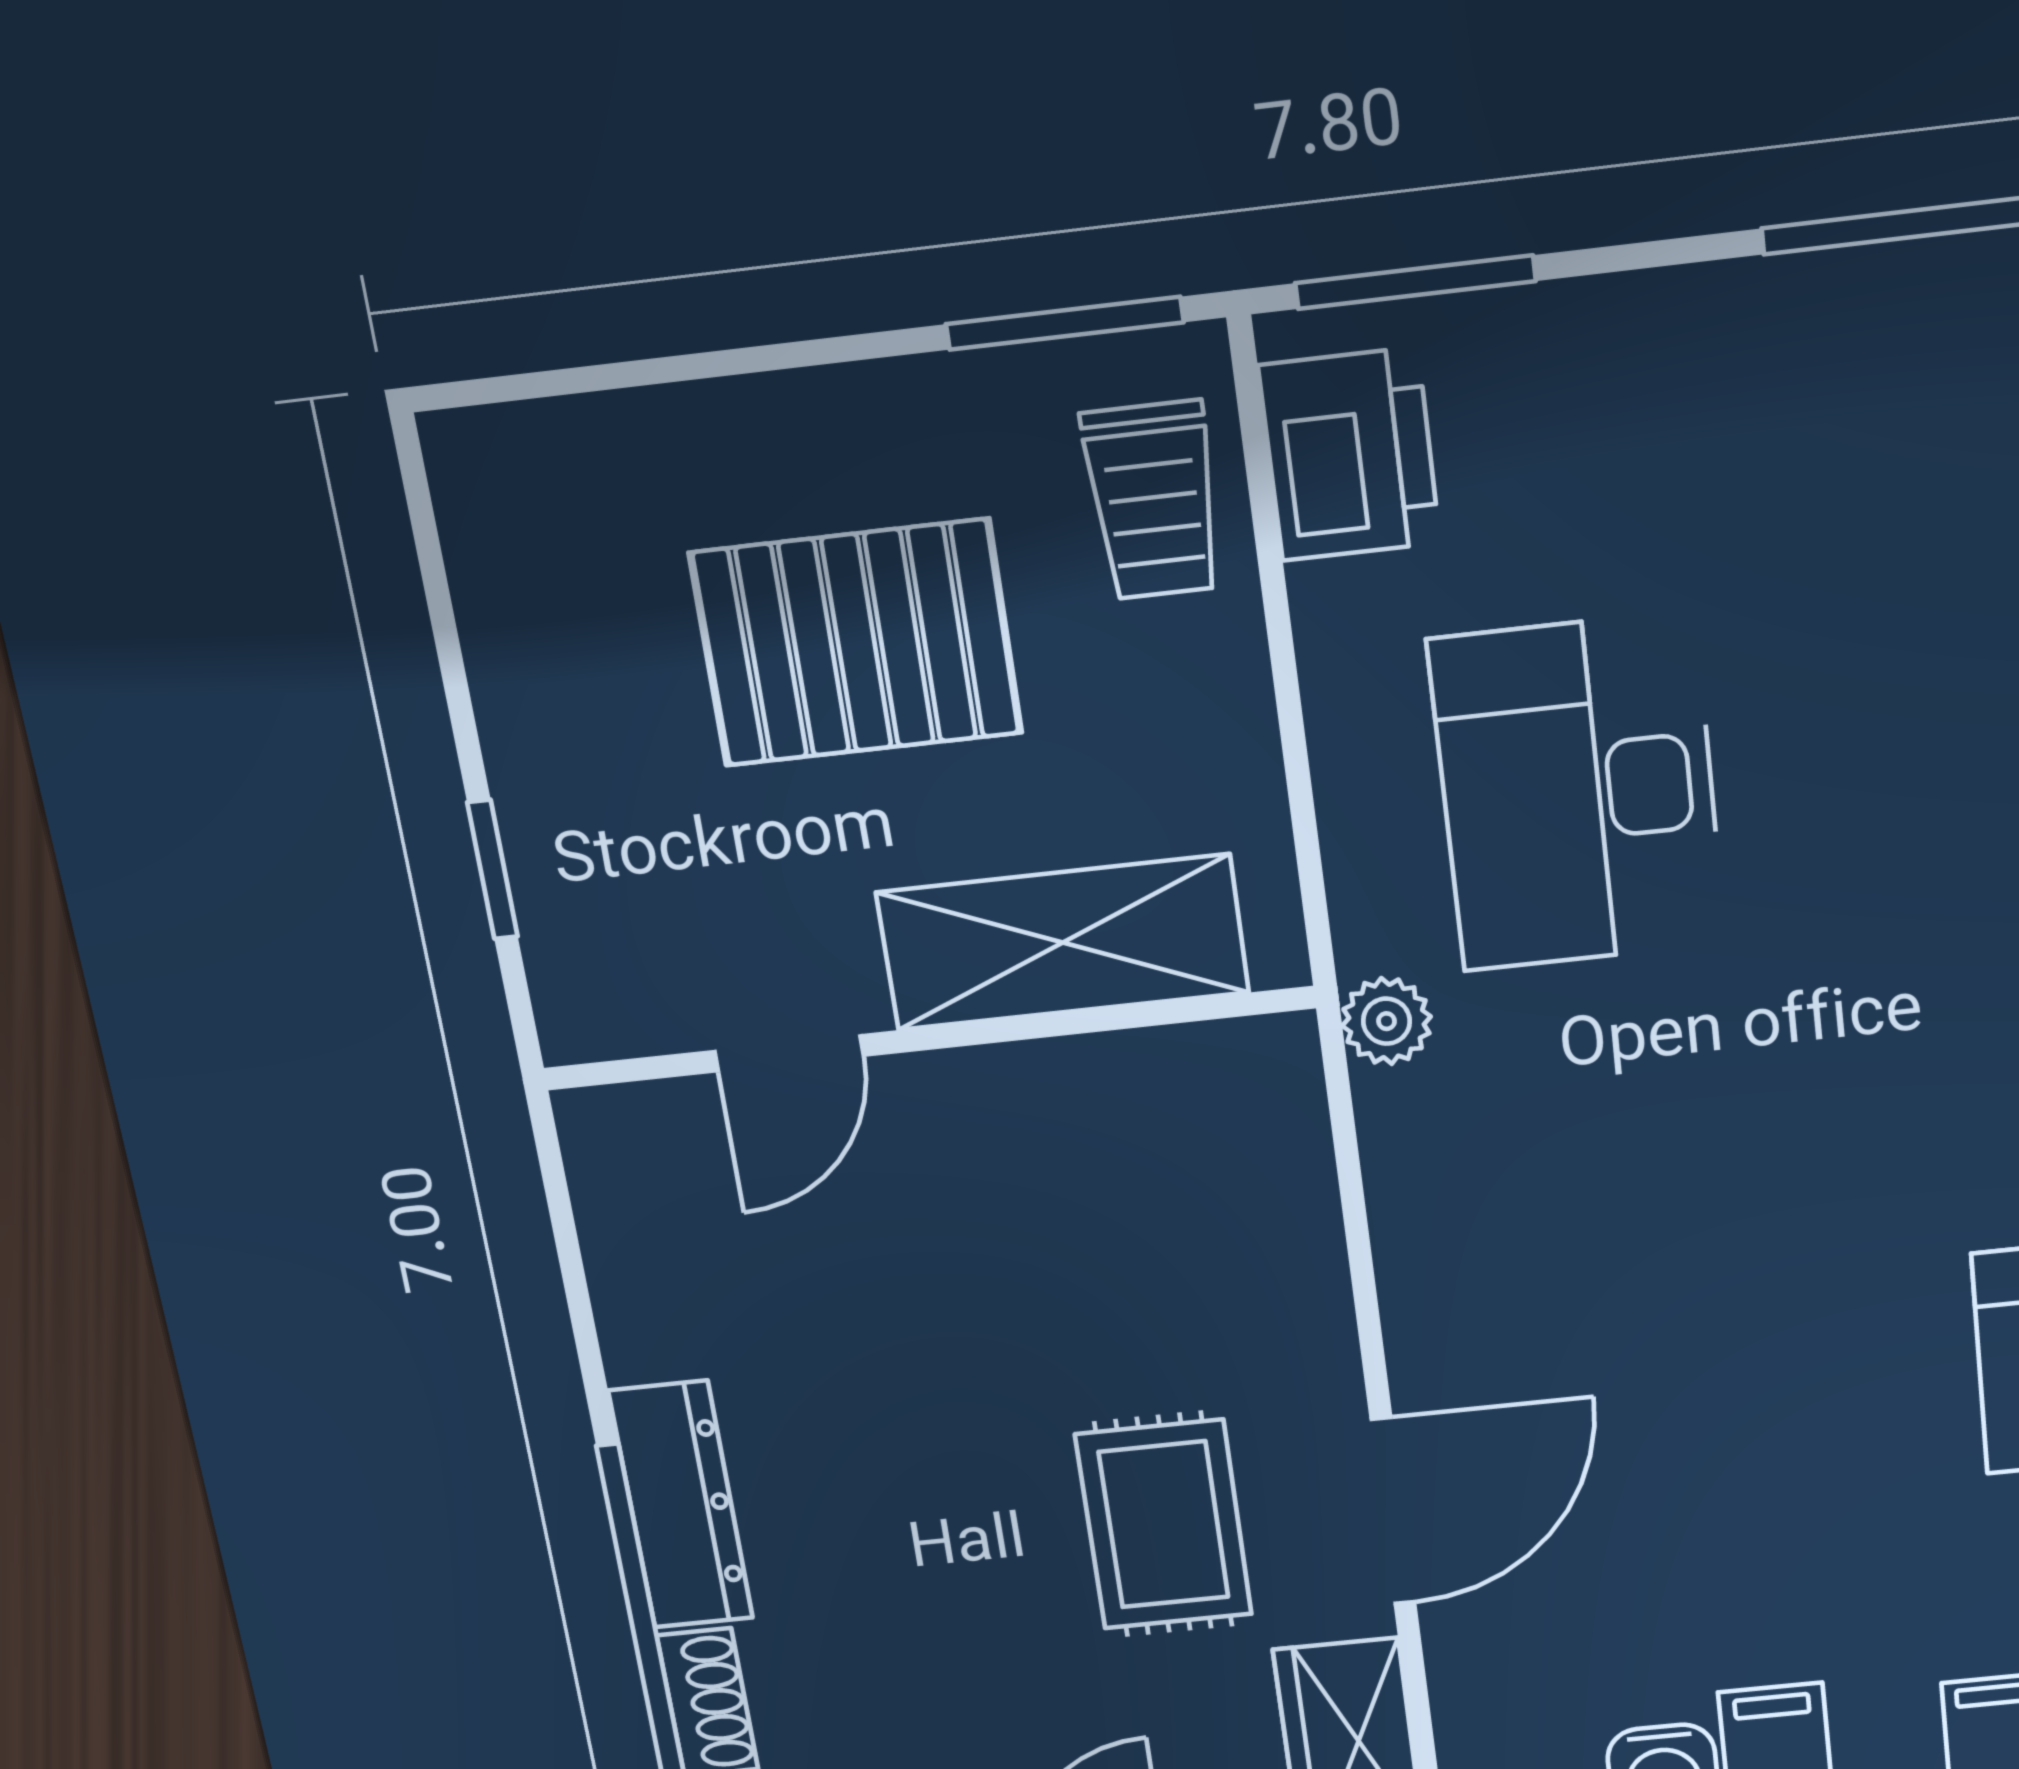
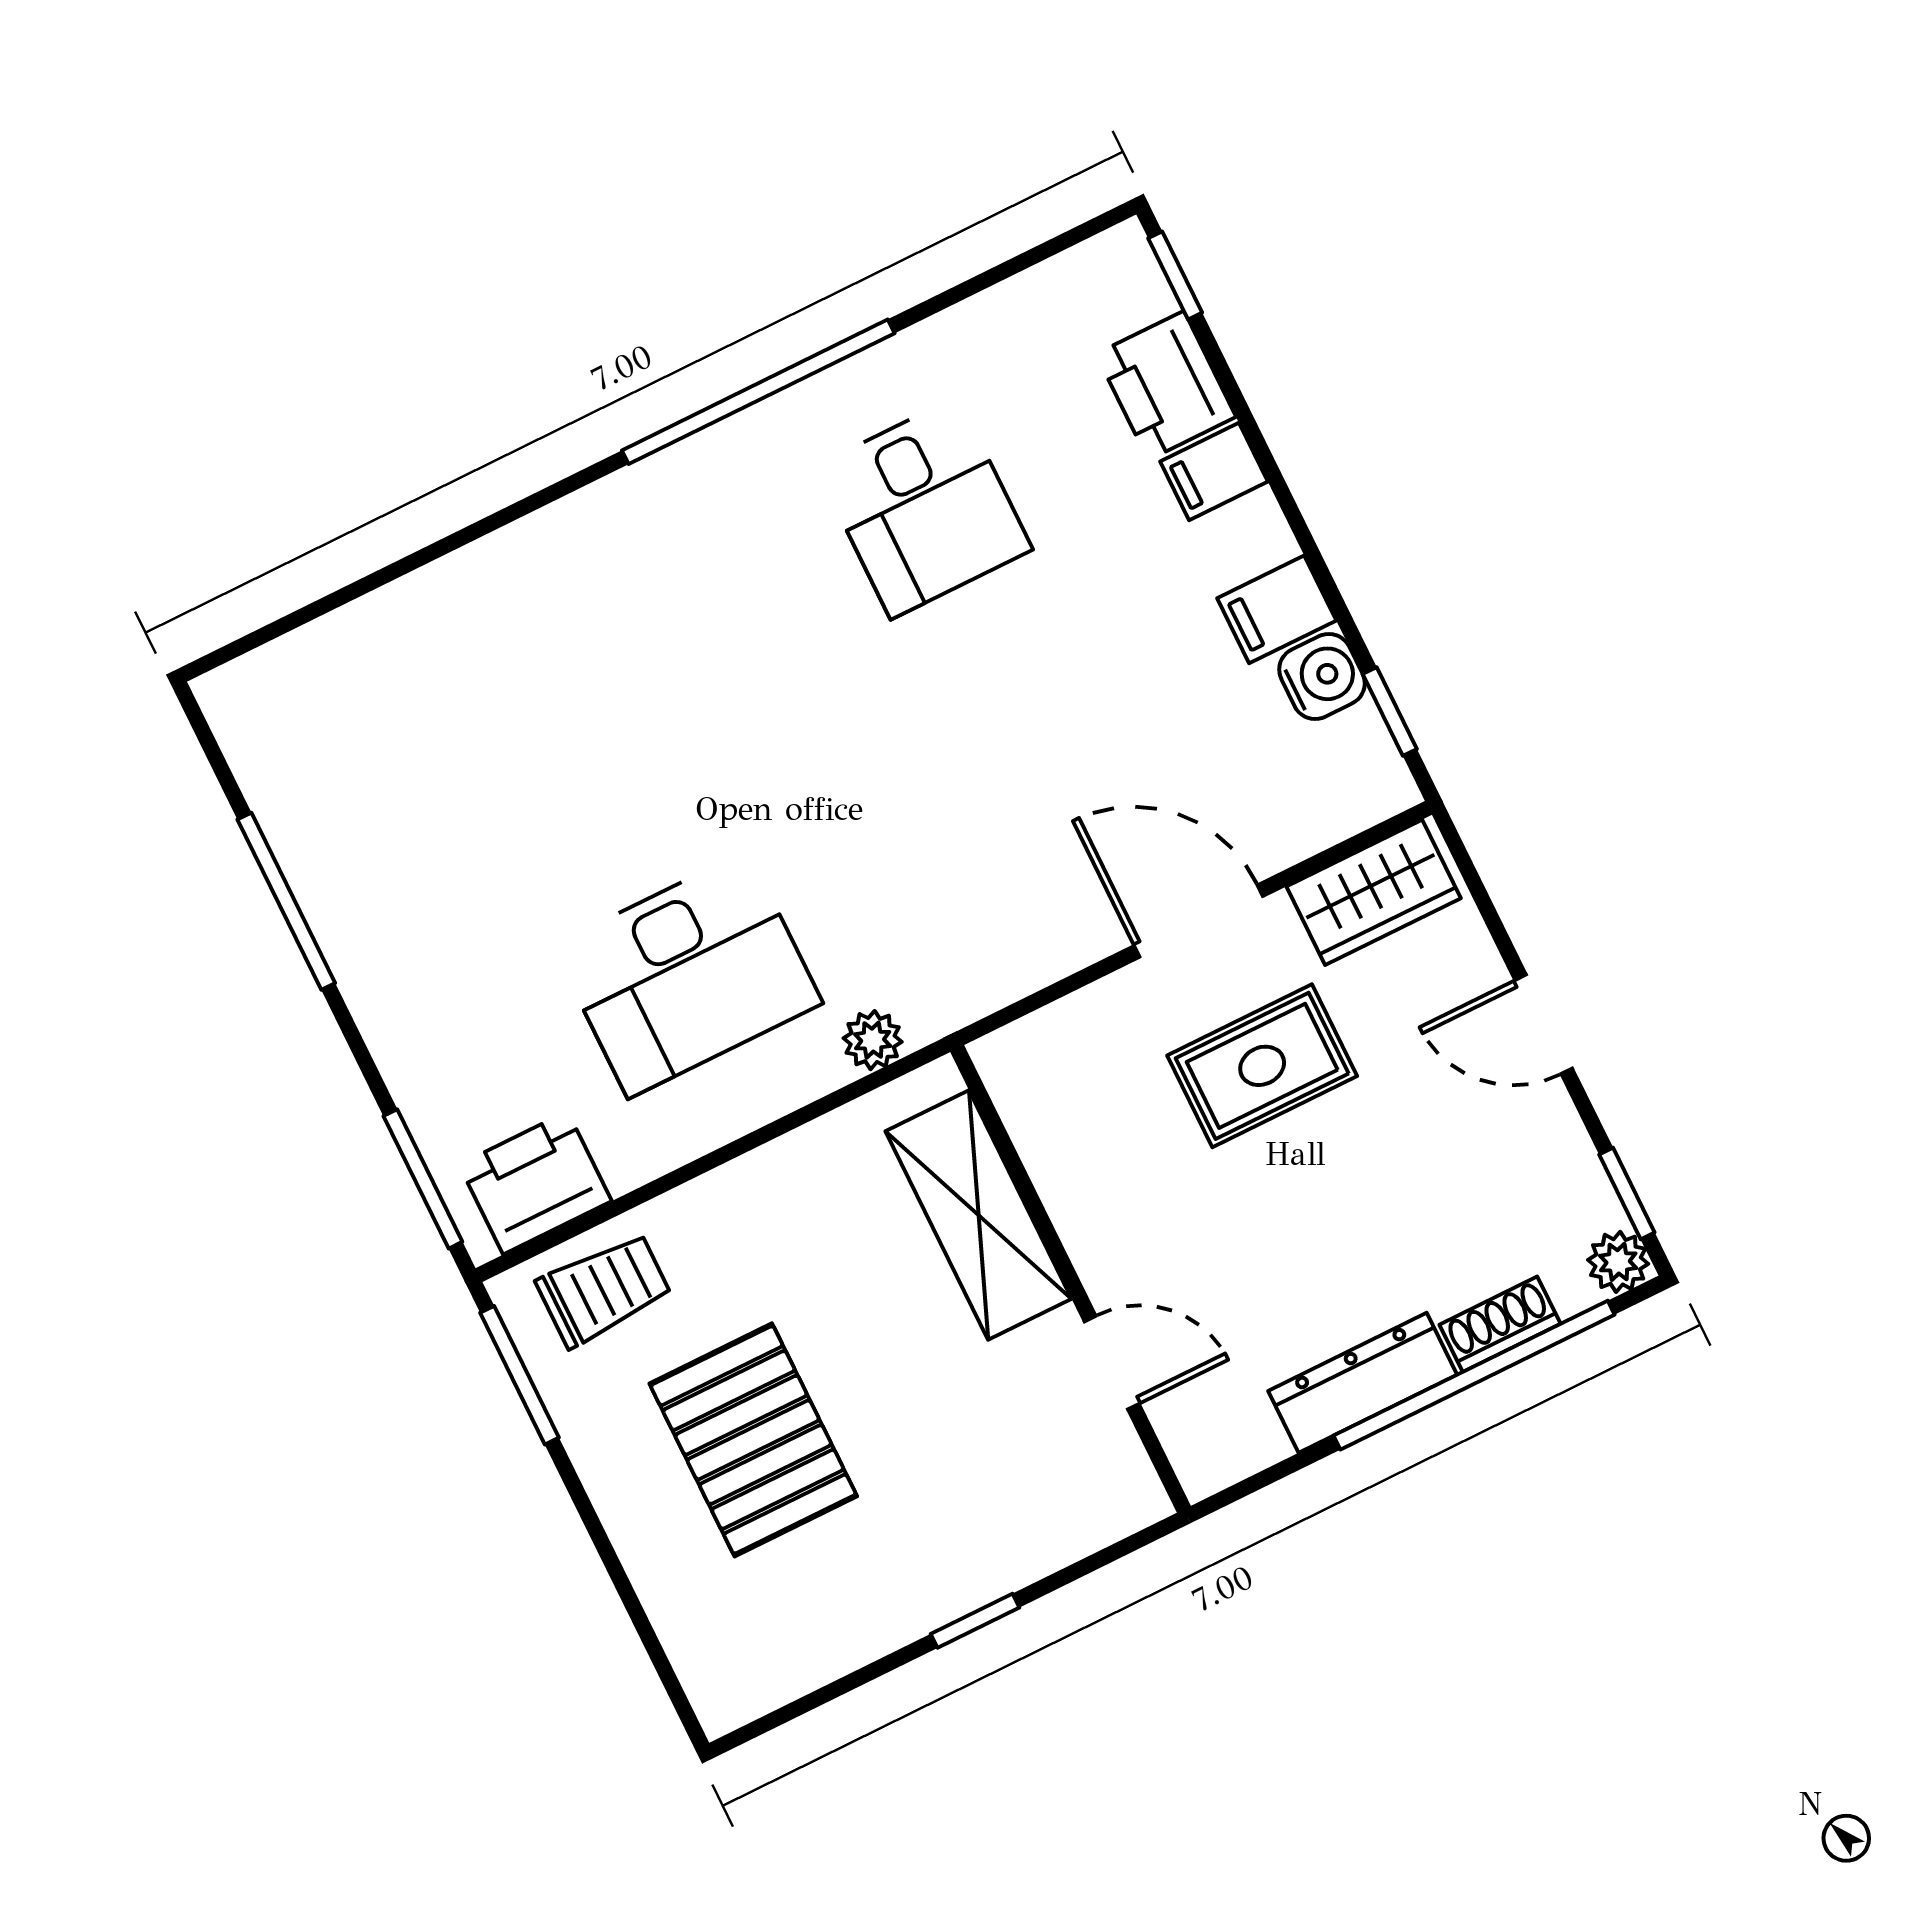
shelving: (1063, 943) -> (979, 1215), moved
wall: (928, 1038) -> (1070, 1279), moved
door: (789, 1053) -> (1112, 1363), moved

